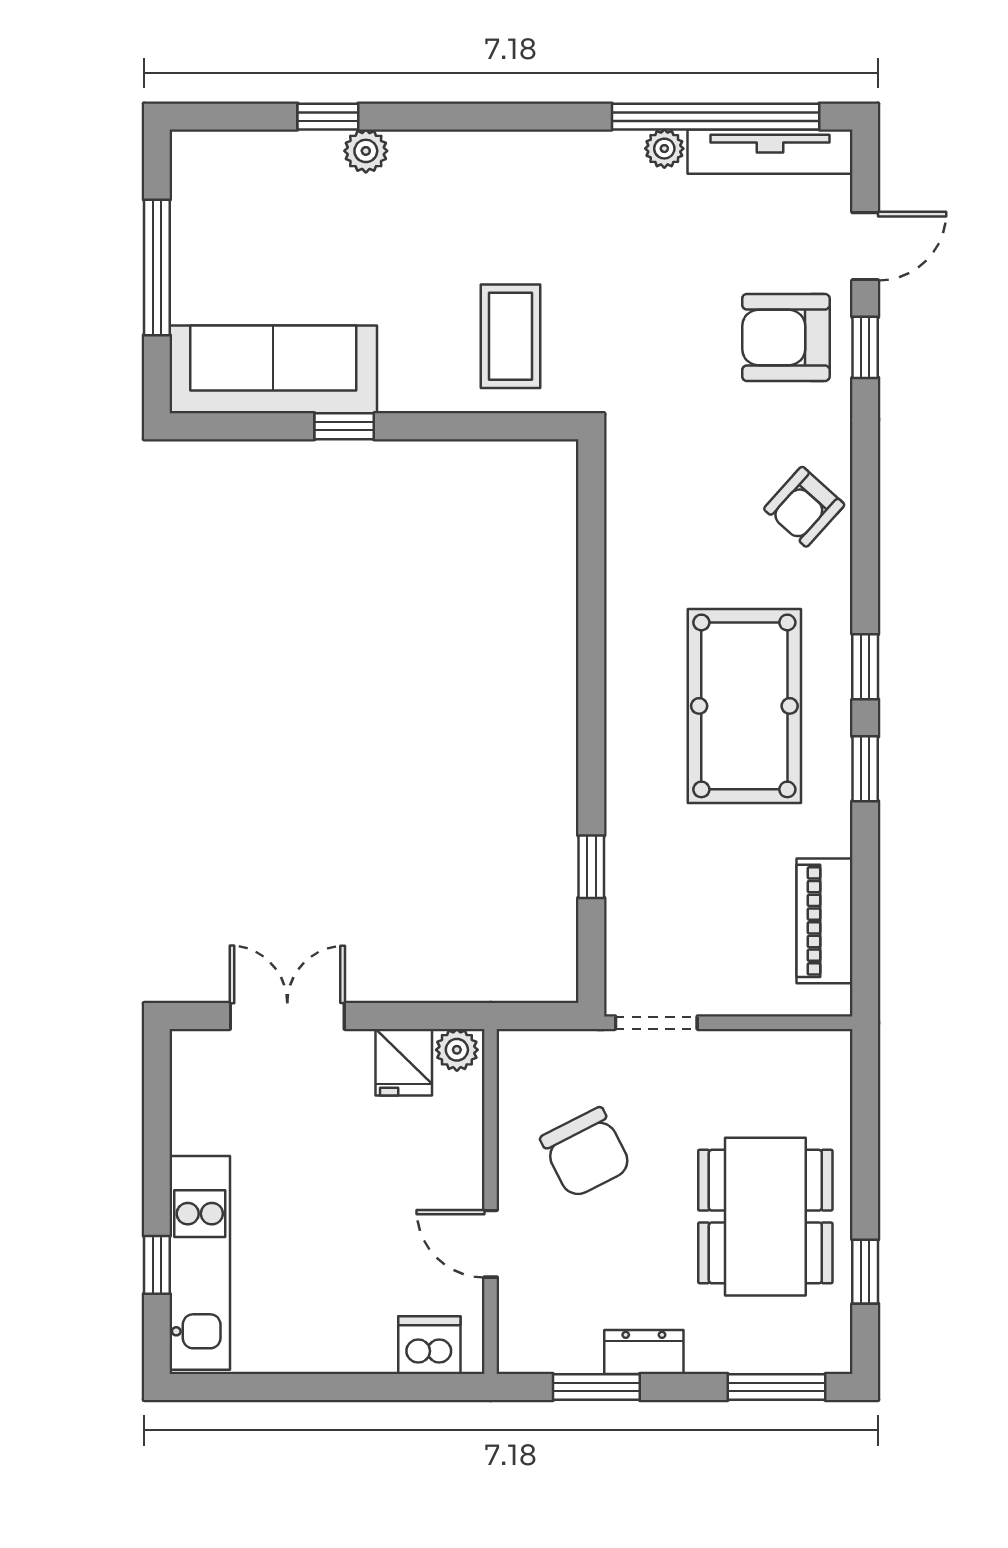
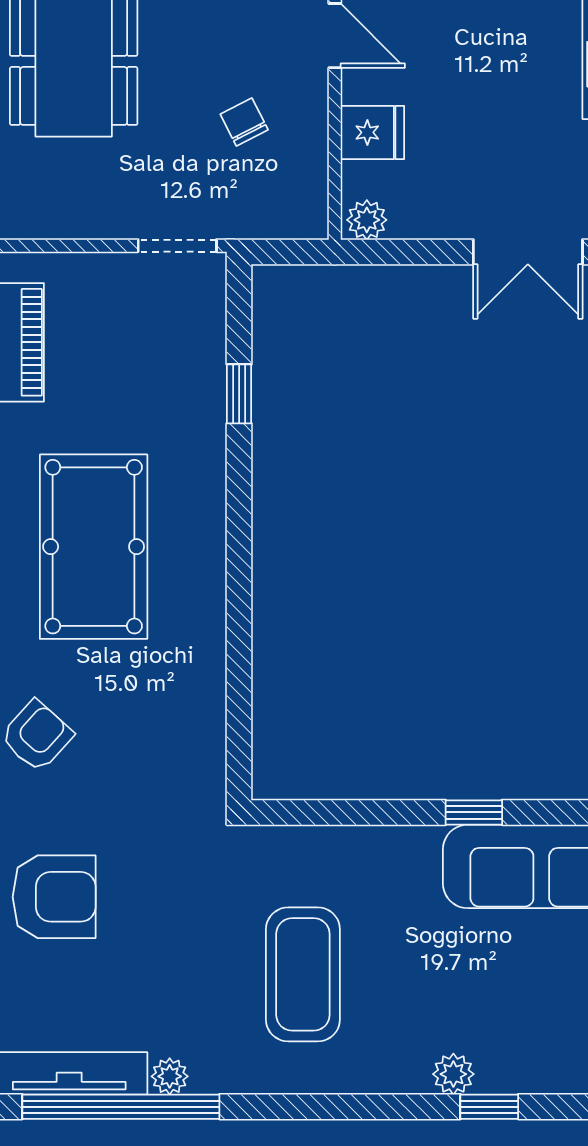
coffee table: (511, 336) -> (303, 974), moved, width x1.36, depth x1.32
fridge: (404, 1062) -> (372, 132), moved, turned 90
chair: (586, 1153) -> (244, 122), width x0.54, depth x0.54

